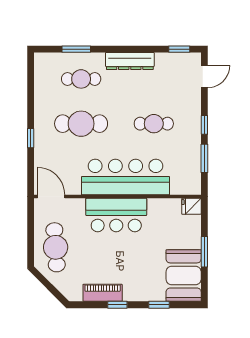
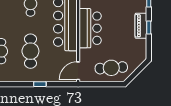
piano: (103, 293) -> (141, 26), moved

